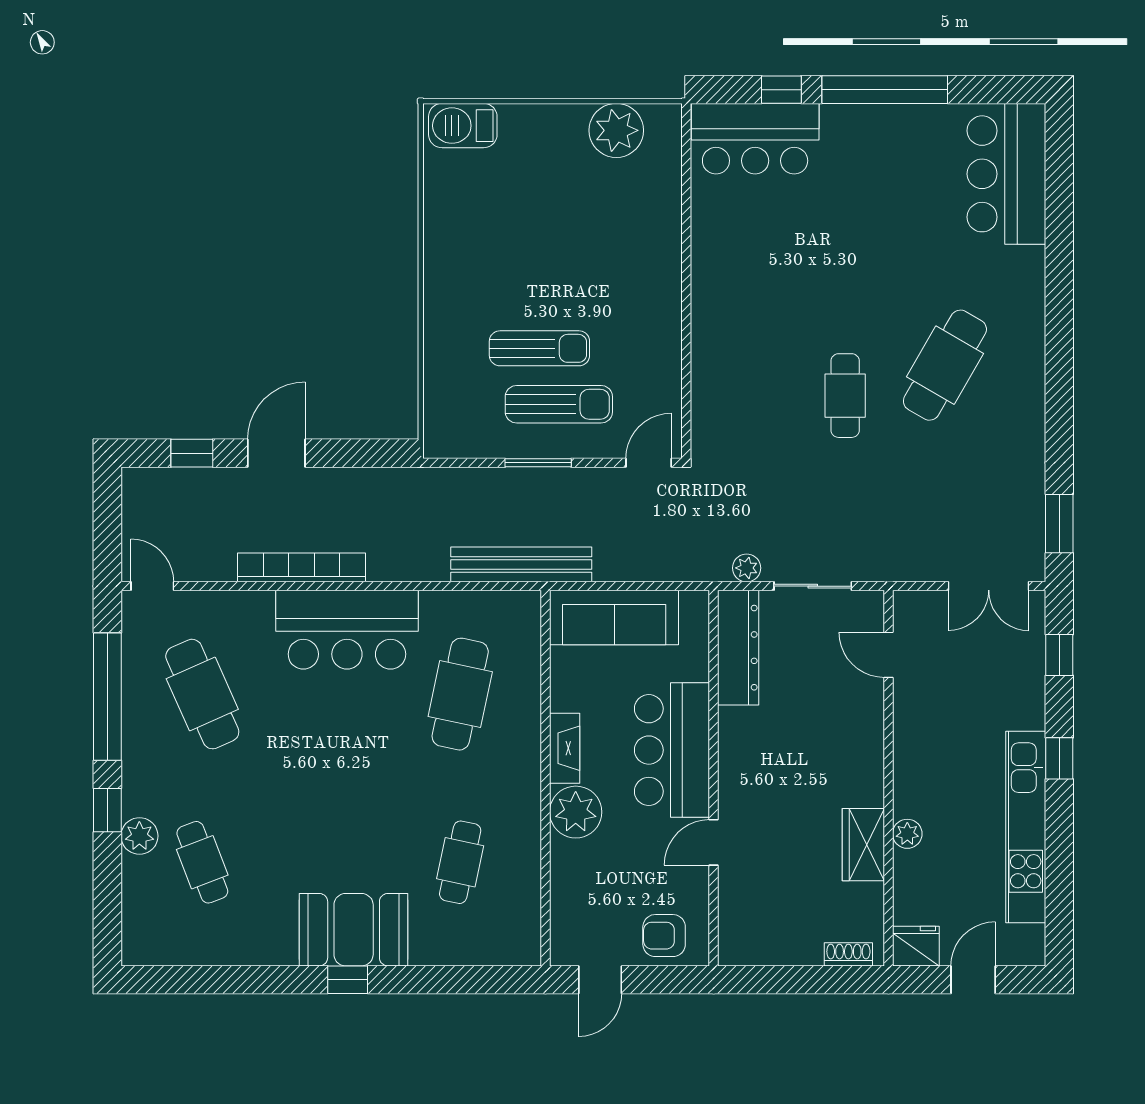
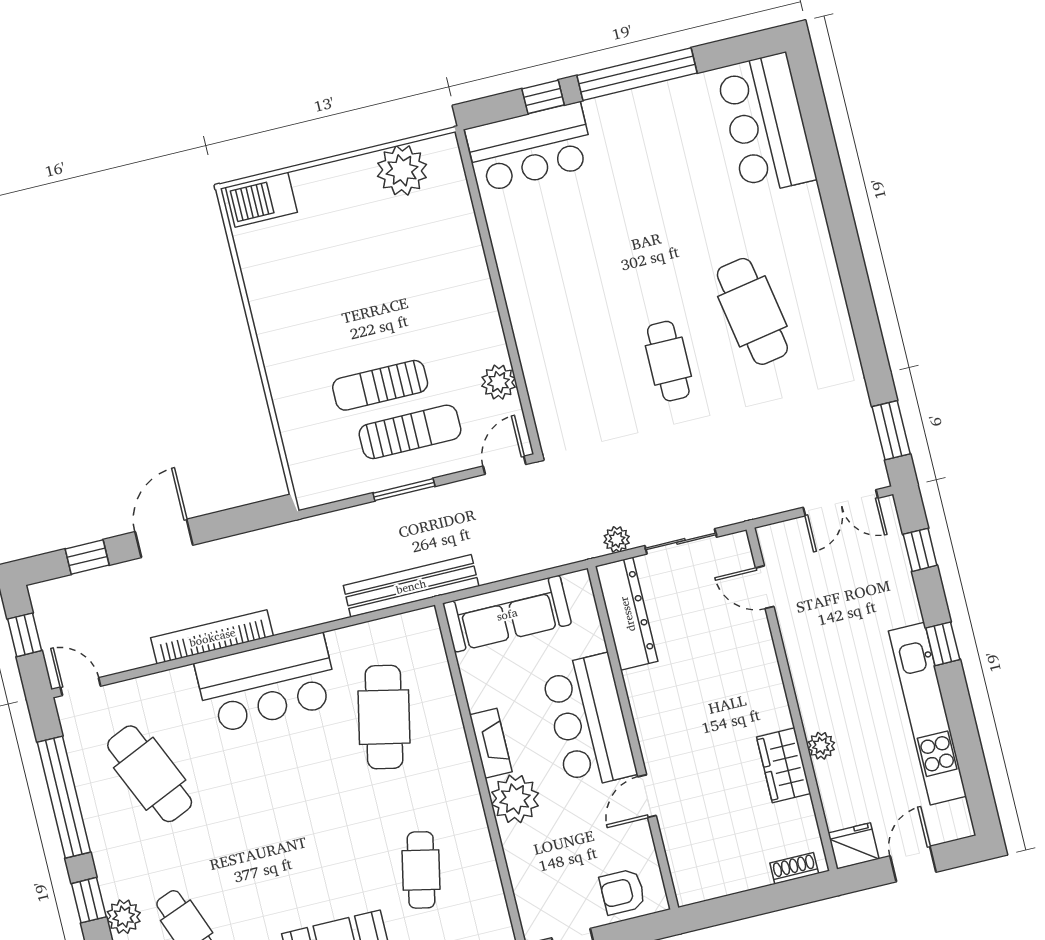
sun lounger: (539, 348) -> (380, 385), turned 180
cafe table: (945, 365) -> (752, 311), turned -40
plant: (663, 375) -> (499, 382), added
window: (107, 518) -> (25, 635), added

